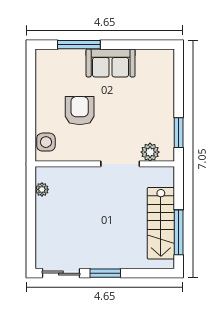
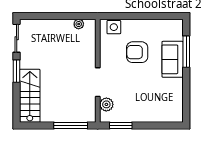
sofa: (111, 63) -> (173, 59), moved
armchair: (80, 111) -> (137, 52), turned 180
stairs: (161, 223) -> (30, 96), moved, turned 90
window: (179, 232) -> (71, 126), moved

